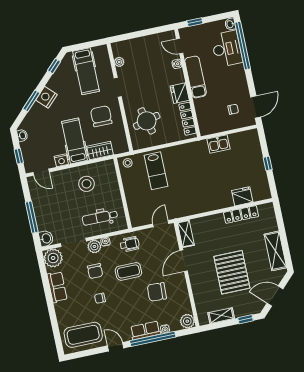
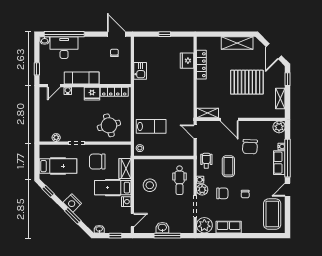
washbasin: (46, 238) -> (162, 228), moved

